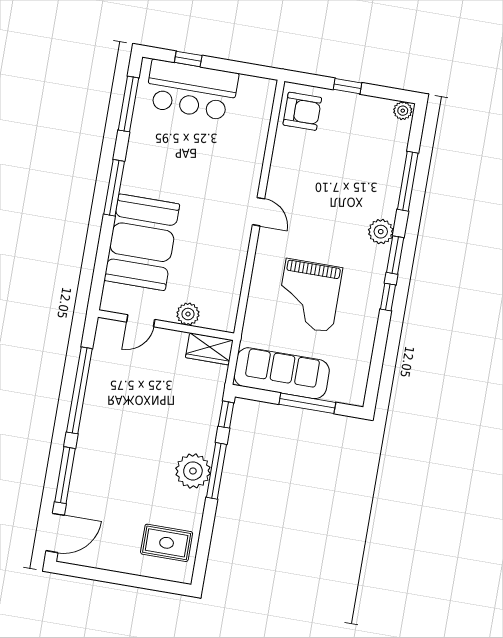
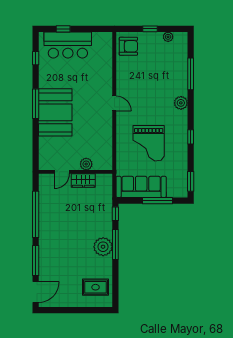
window: (128, 104) -> (36, 58), width x0.46
plant: (403, 111) -> (168, 37), moved
booth: (142, 242) -> (55, 112), moved
window: (395, 255) -> (191, 181), moved
wardrobe: (209, 349) -> (83, 181), moved

